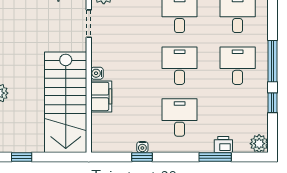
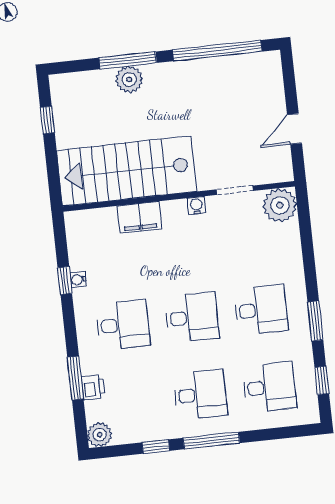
water cooler: (97, 73) -> (196, 206), moved

